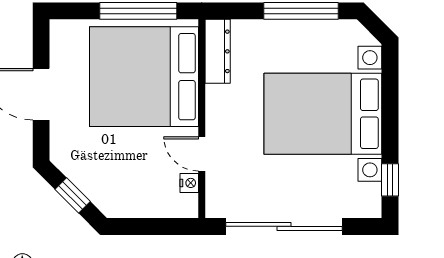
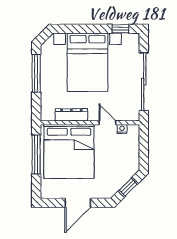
dresser: (218, 51) -> (71, 115), moved
door: (202, 154) -> (107, 123), swing flipped

